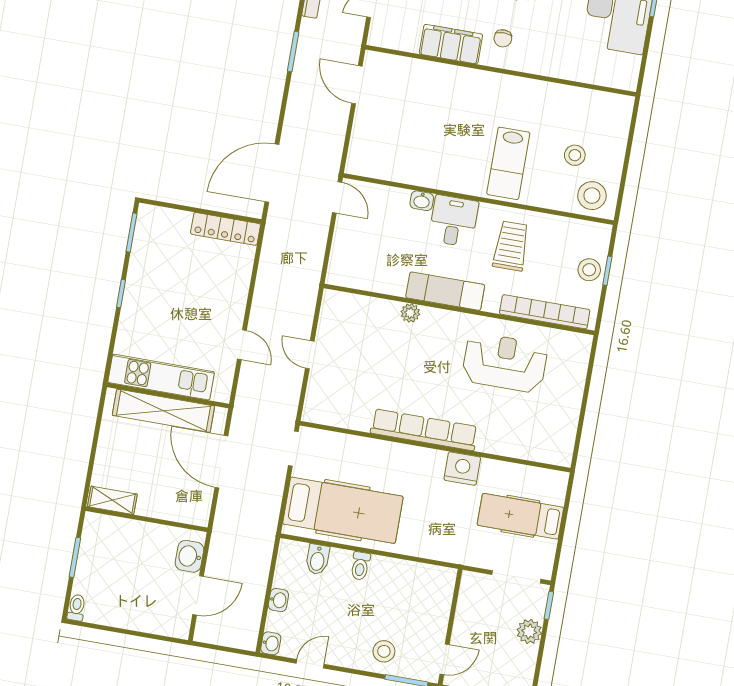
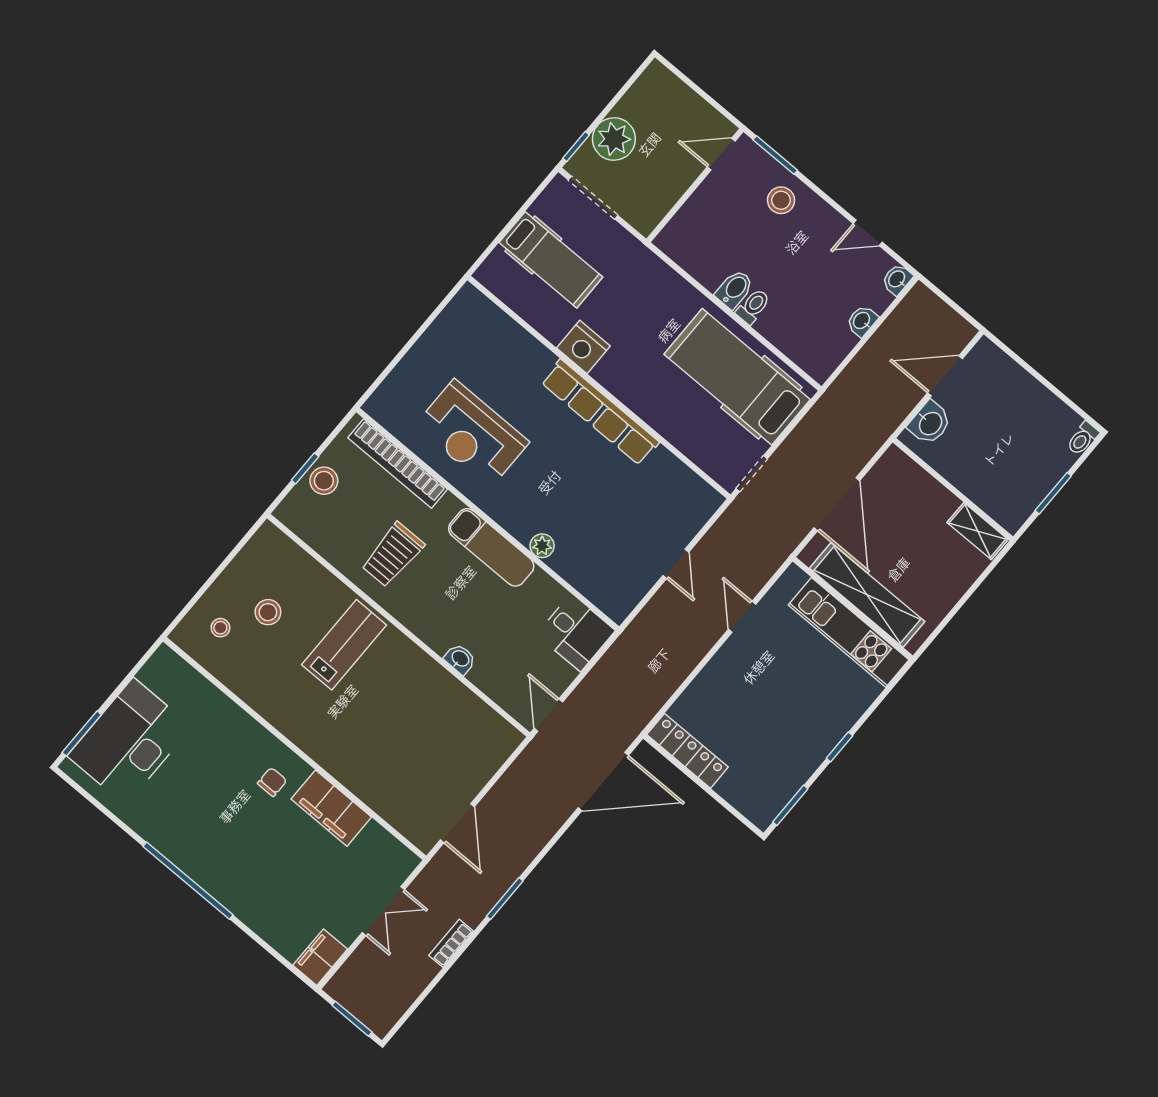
stool: (592, 196) -> (220, 628), moved, width x0.53, depth x0.53
desk: (454, 221) -> (576, 633), moved, turned -90
bidet: (318, 559) -> (734, 289), moved
plant: (529, 632) -> (614, 139), width x1.36, depth x1.36

